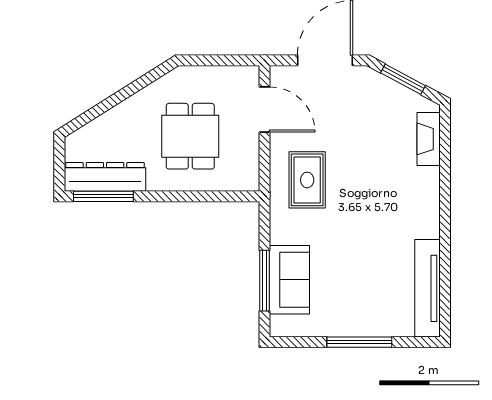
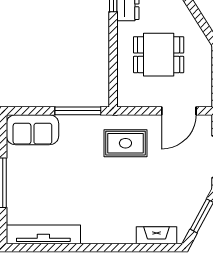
sofa: (289, 280) -> (32, 130), moved
window: (265, 281) -> (78, 111), moved

